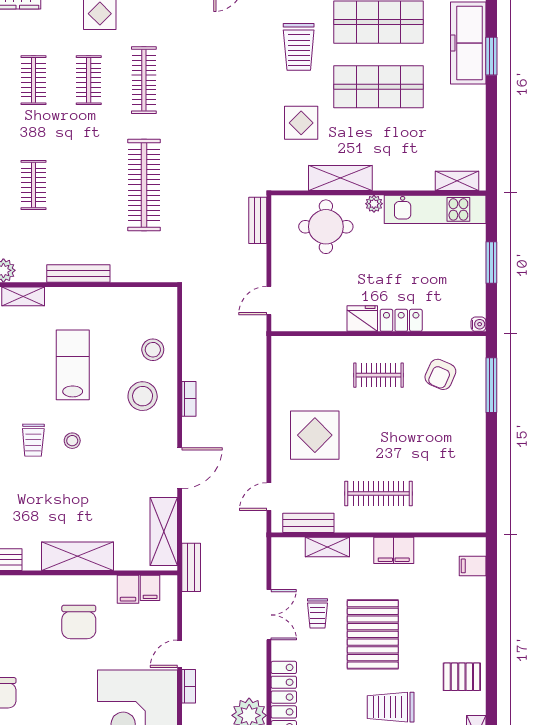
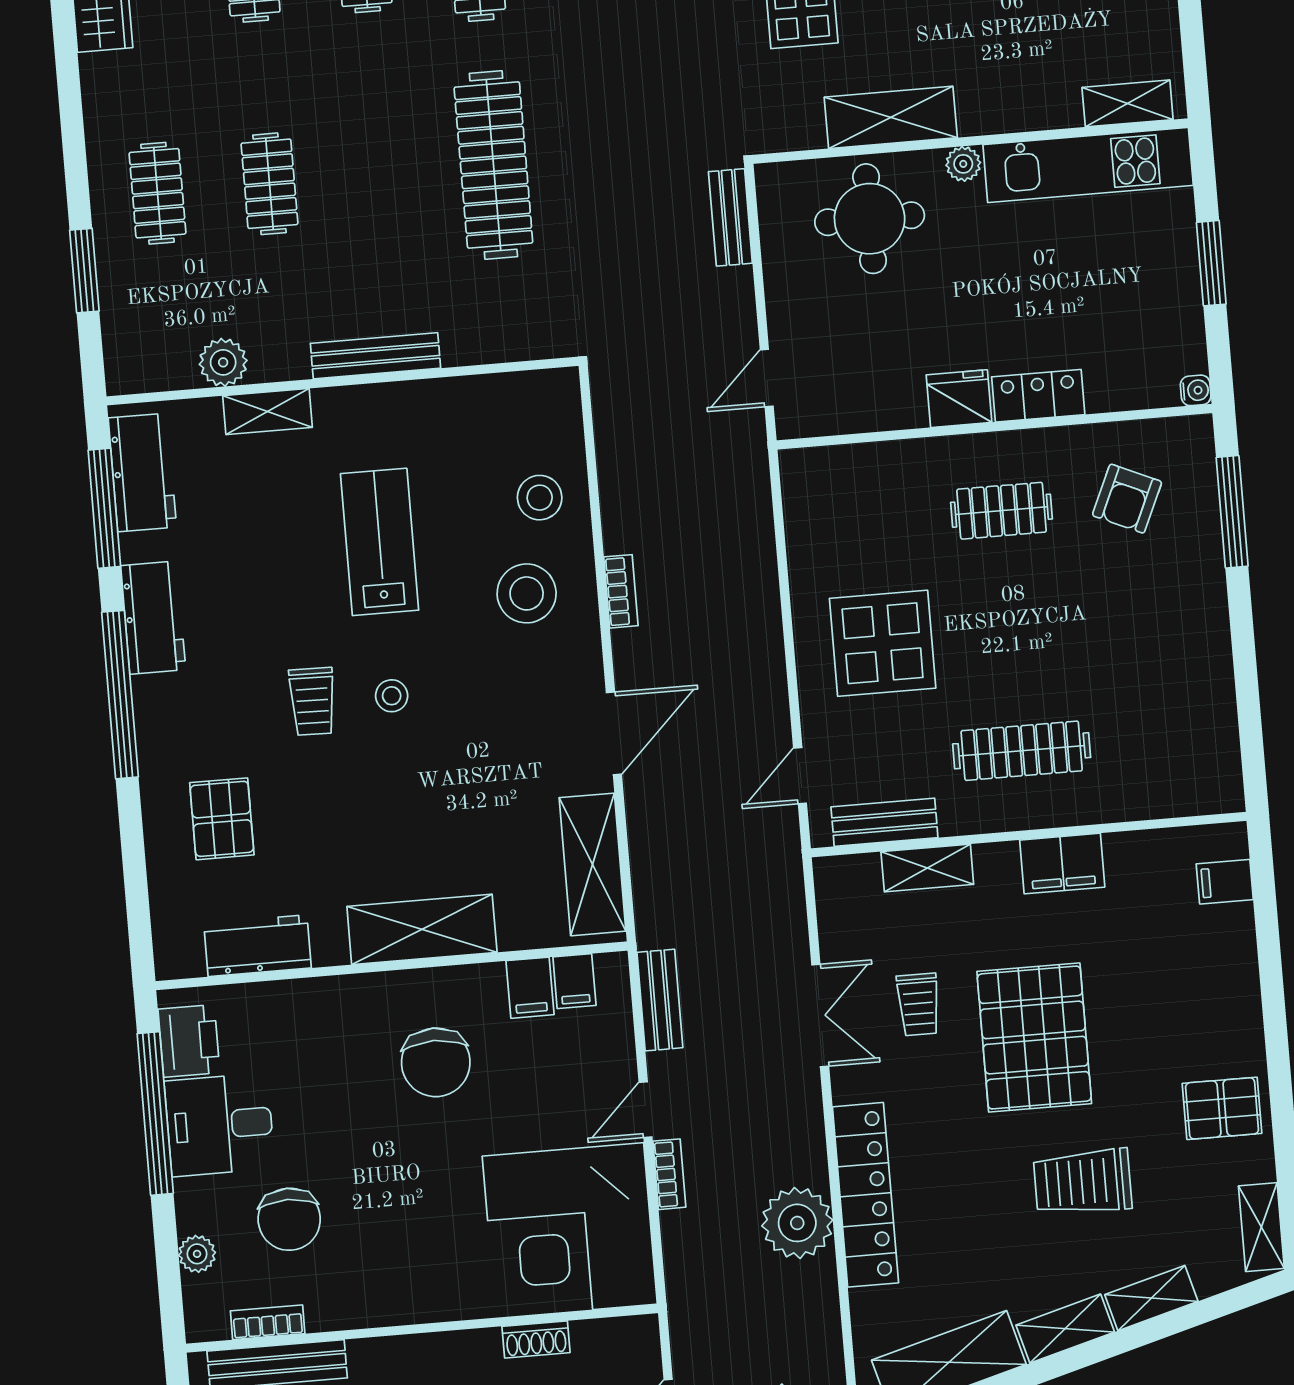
bench: (191, 567) -> (660, 1000), moved

